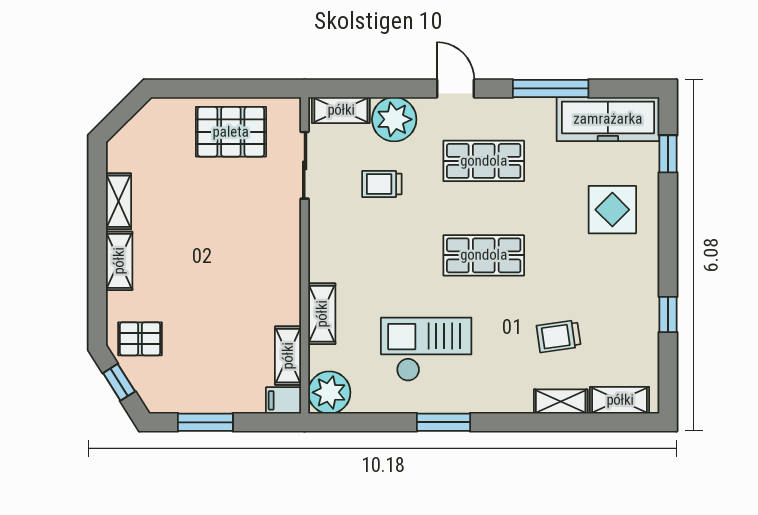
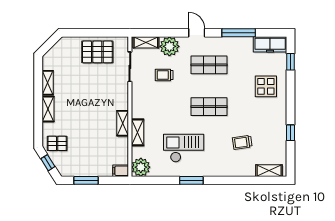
freezer: (608, 119) -> (270, 44), width x0.73, depth x0.79
shelving: (288, 356) -> (123, 123), moved
shelving: (561, 402) -> (243, 171), removed

